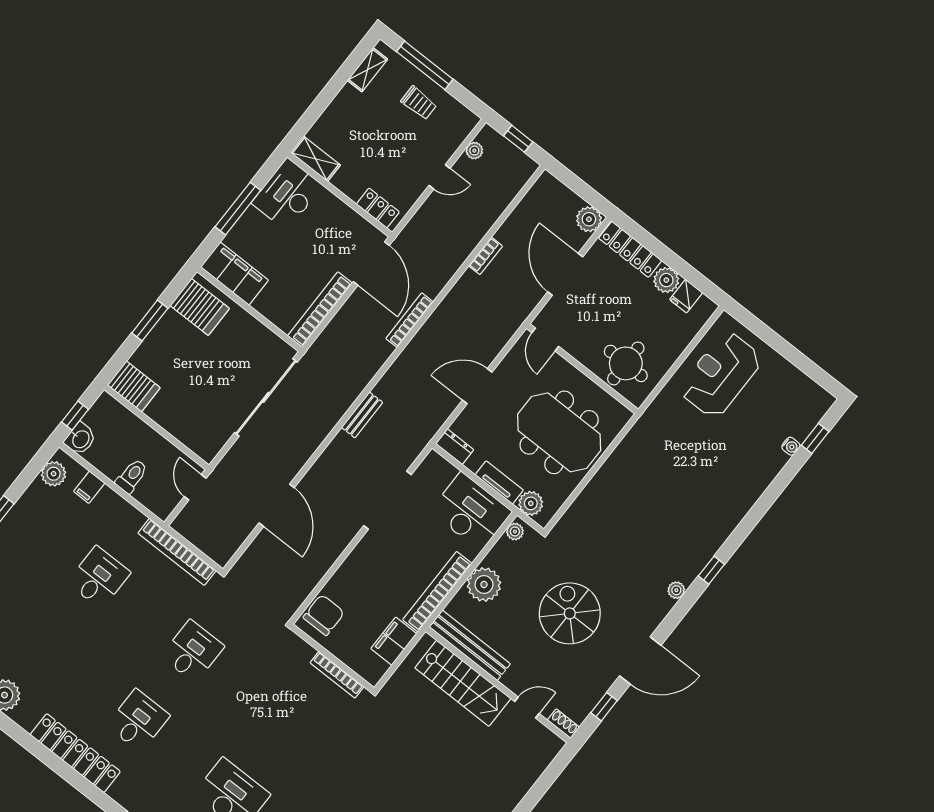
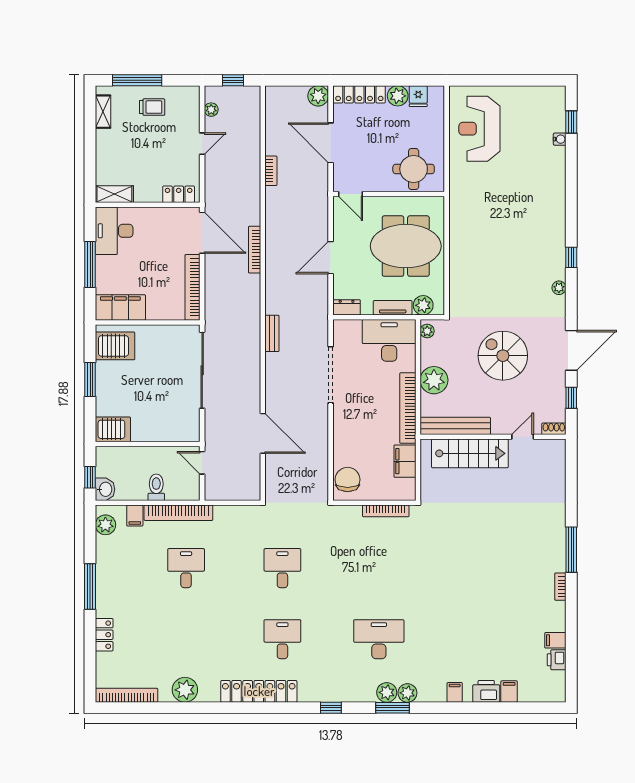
bookcase: (177, 552) -> (178, 513), moved

